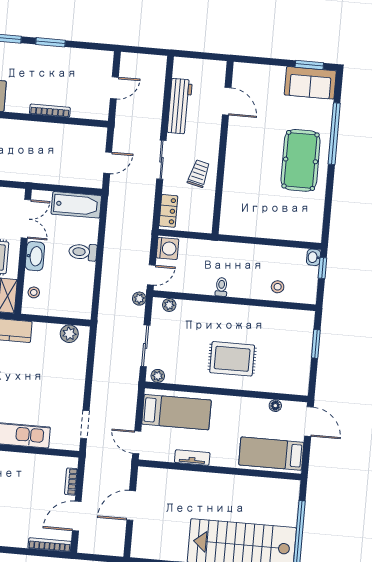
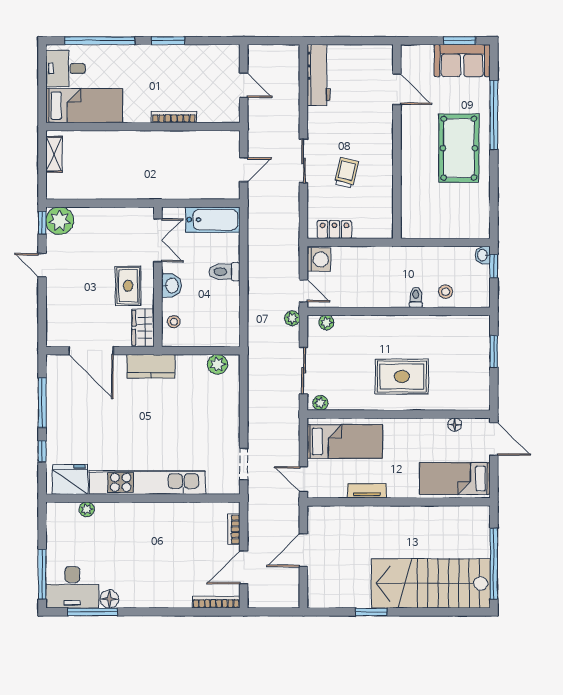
door: (114, 88) -> (244, 85), hinge flipped
door: (227, 101) -> (397, 89), moved
workbench: (180, 106) -> (319, 75), moved
wall: (223, 148) -> (397, 141), moved
locker: (168, 211) -> (334, 230), moved, turned -90
washbasin: (35, 256) -> (171, 286), width x0.72
door: (151, 275) -> (303, 291), hinge flipped
toilet: (221, 287) -> (416, 297), moved

